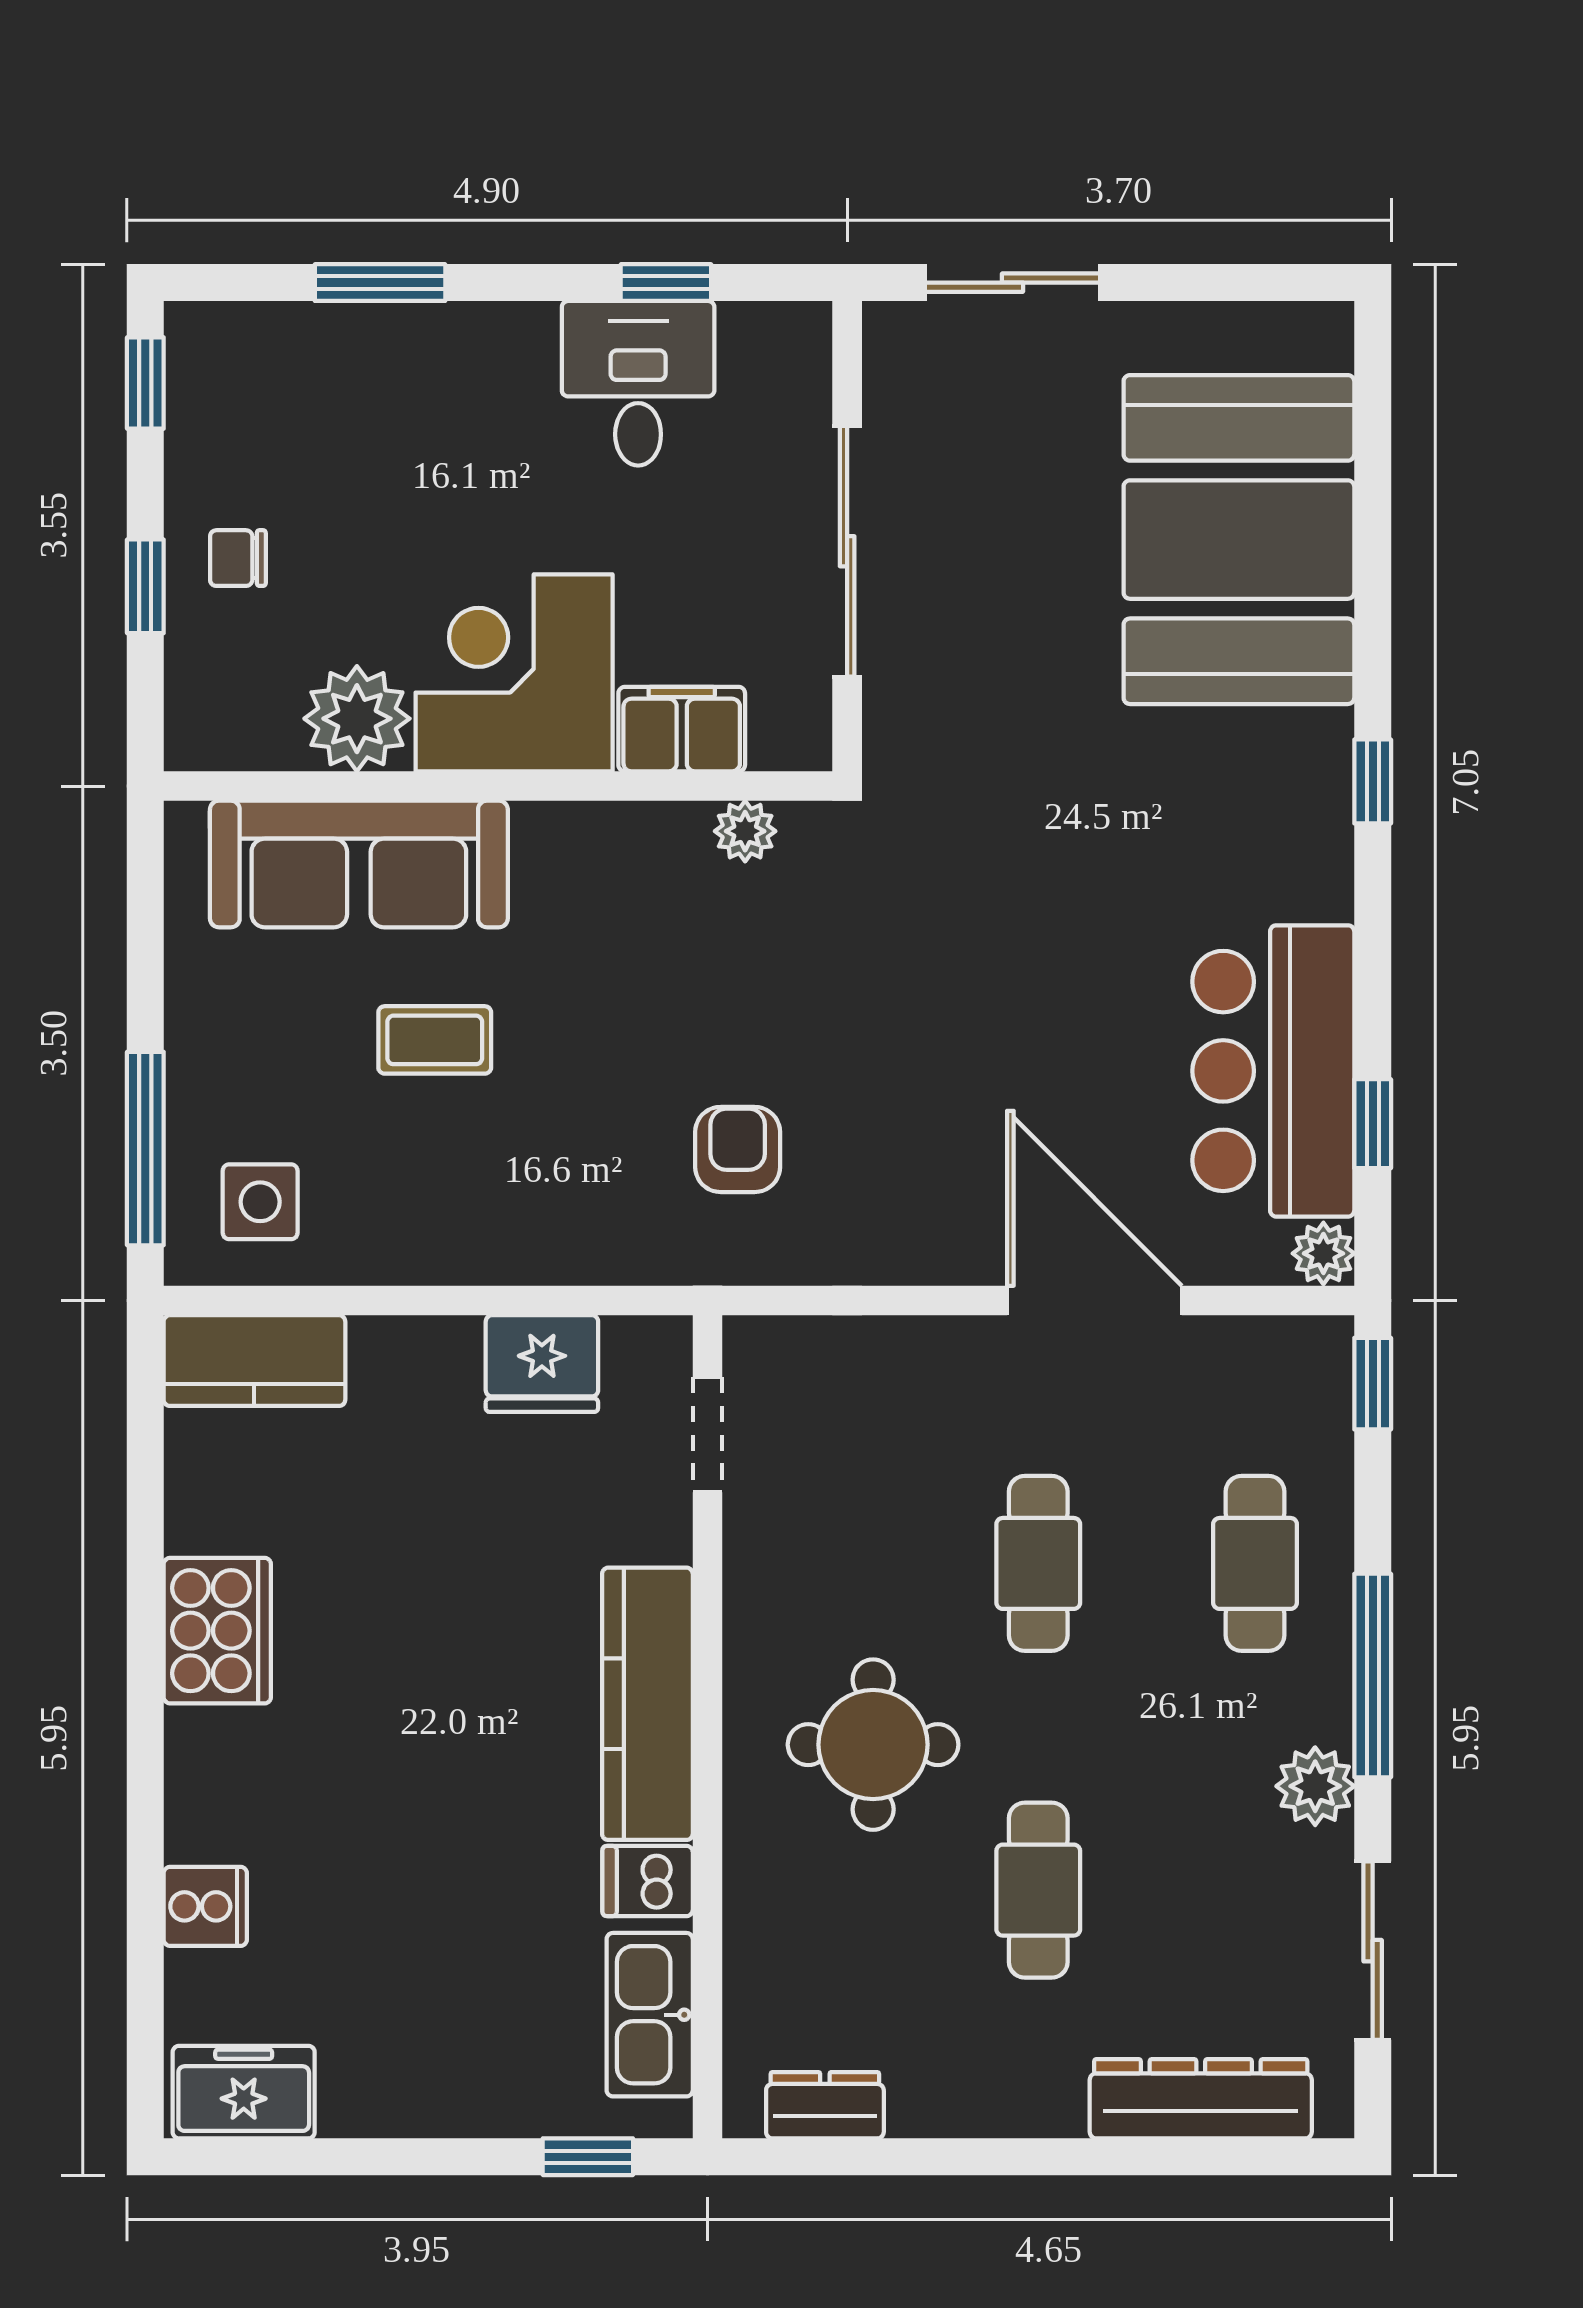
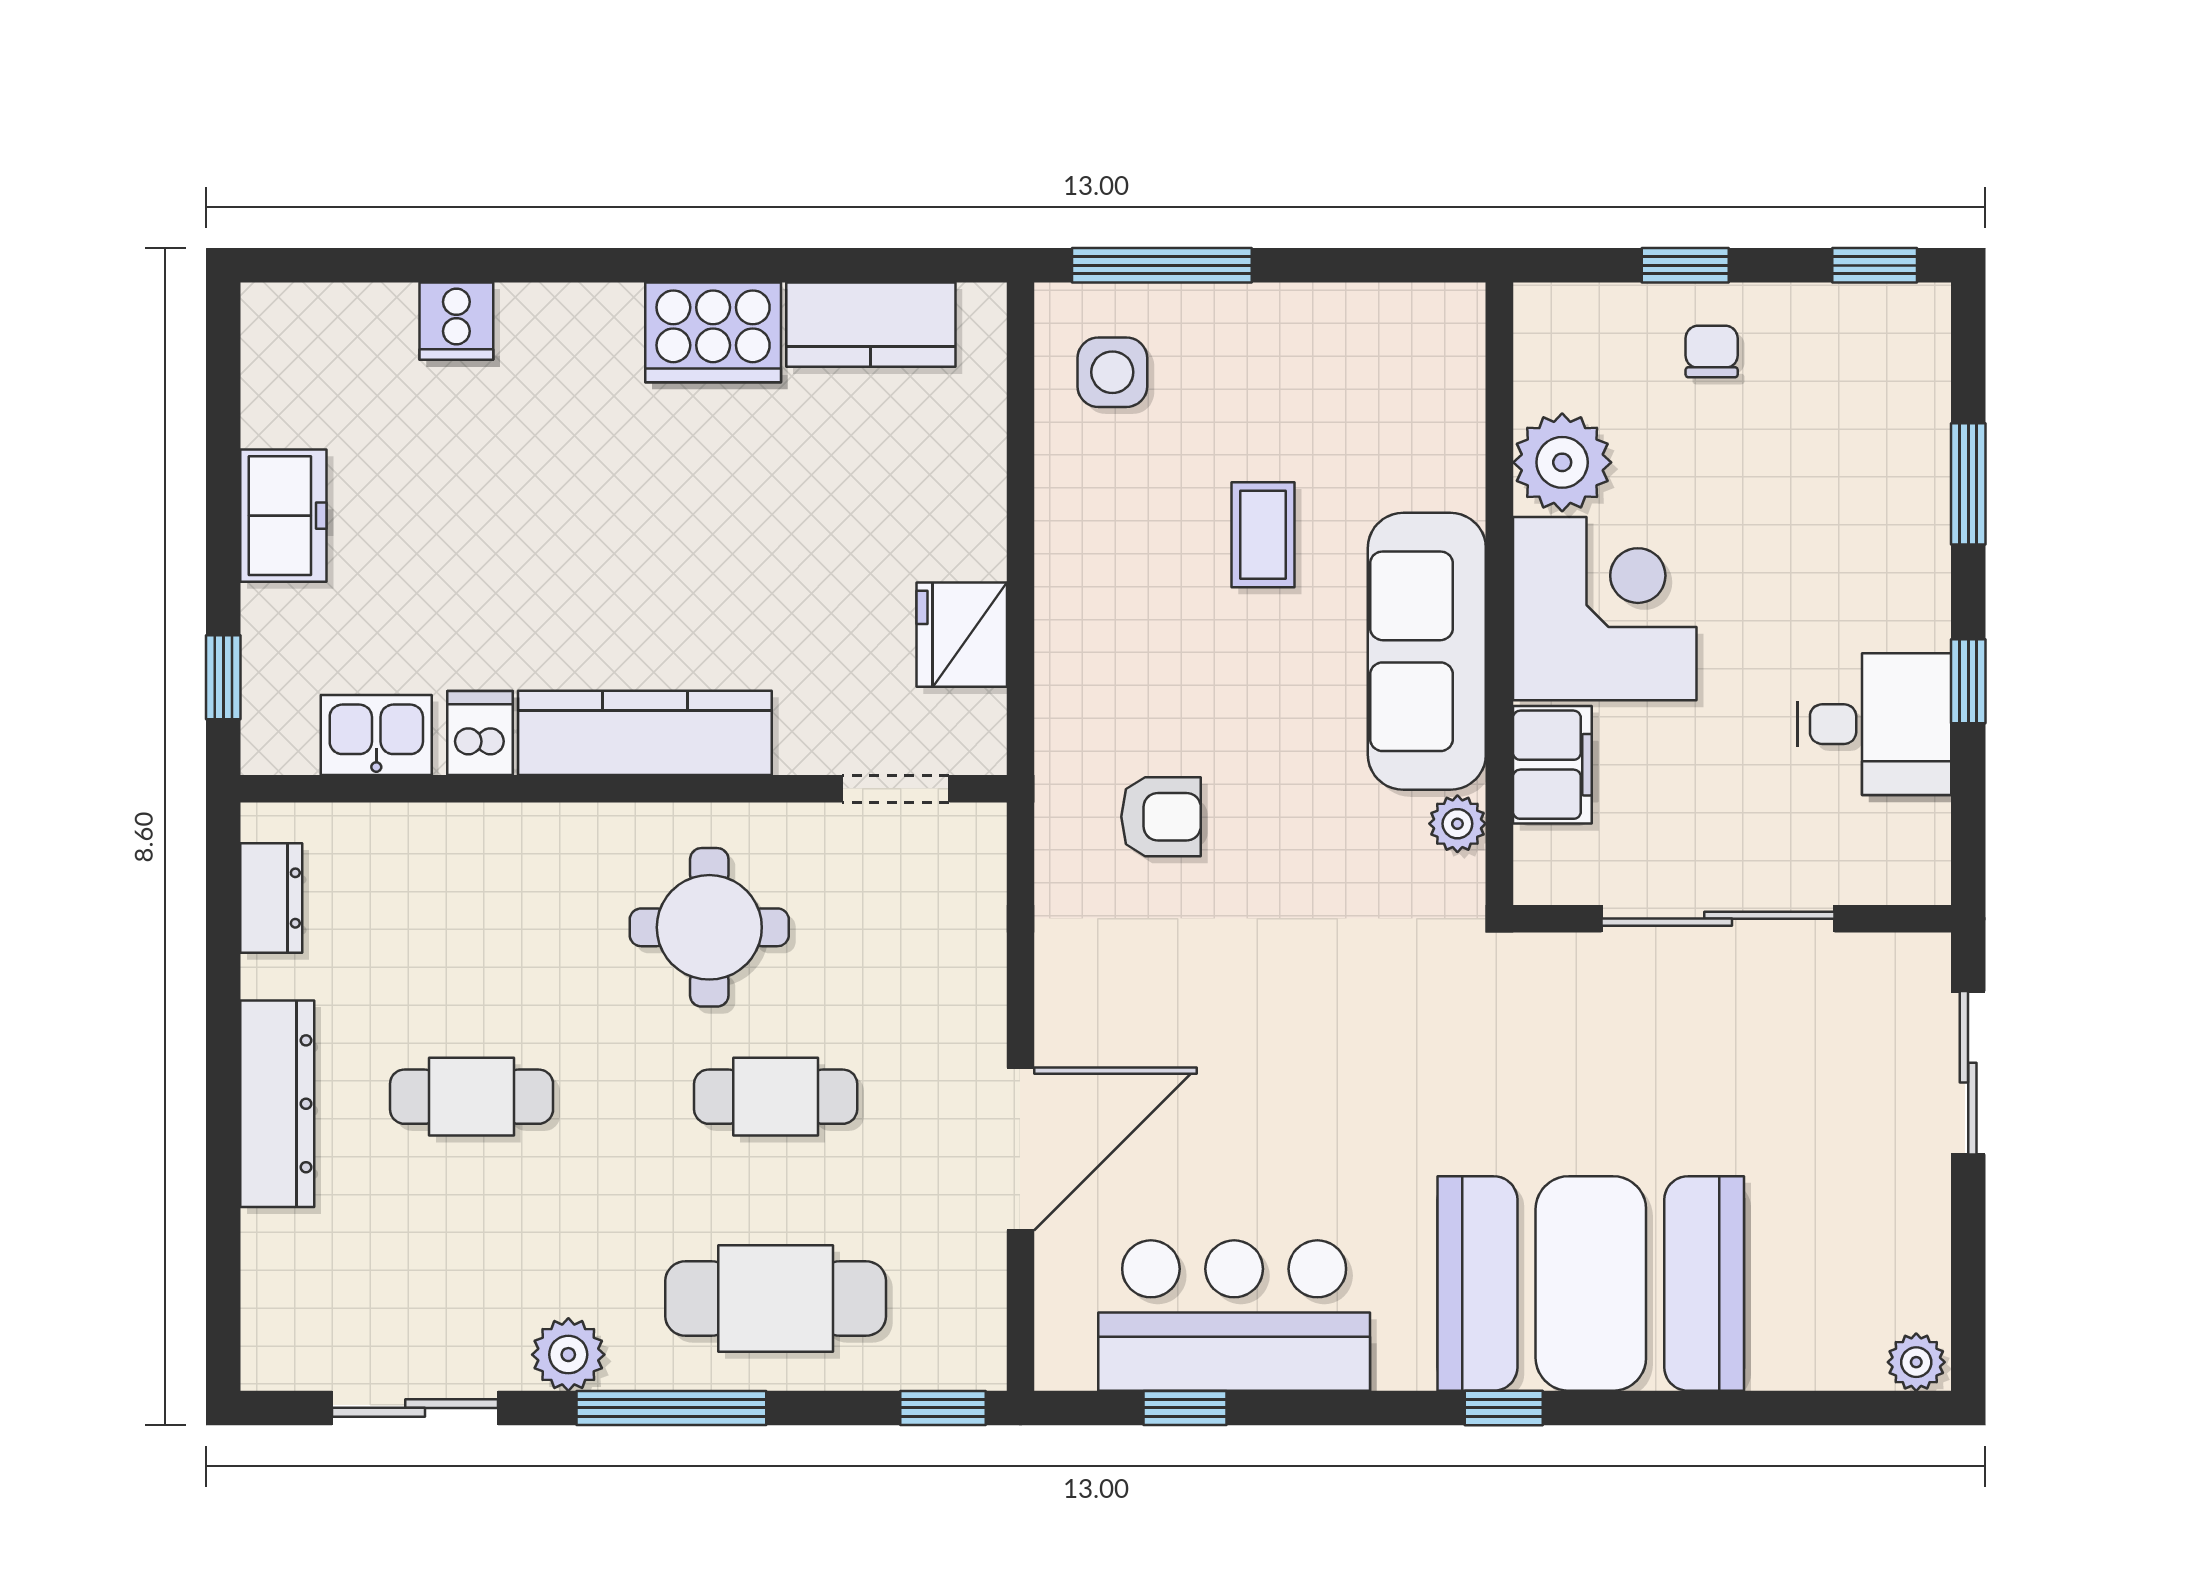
window: (666, 283) -> (1968, 681), moved
booth: (1239, 540) -> (1591, 1283), moved
sofa: (359, 864) -> (1427, 651), moved
plant: (1323, 1253) -> (1916, 1362), moved
kitchen counter: (254, 1361) -> (871, 325), moved, turned -90
cafe table: (1255, 1563) -> (776, 1298), width x1.37, depth x1.35
round table: (873, 1745) -> (709, 927), moved
kitchen sink: (650, 2015) -> (376, 735), width x0.73
freezer: (244, 2092) -> (283, 516), moved
dresser: (1201, 2099) -> (277, 1104), moved

